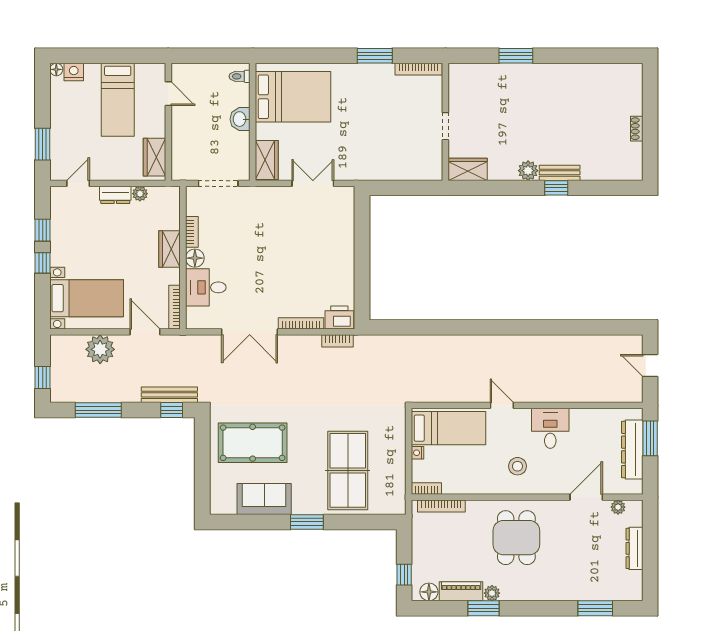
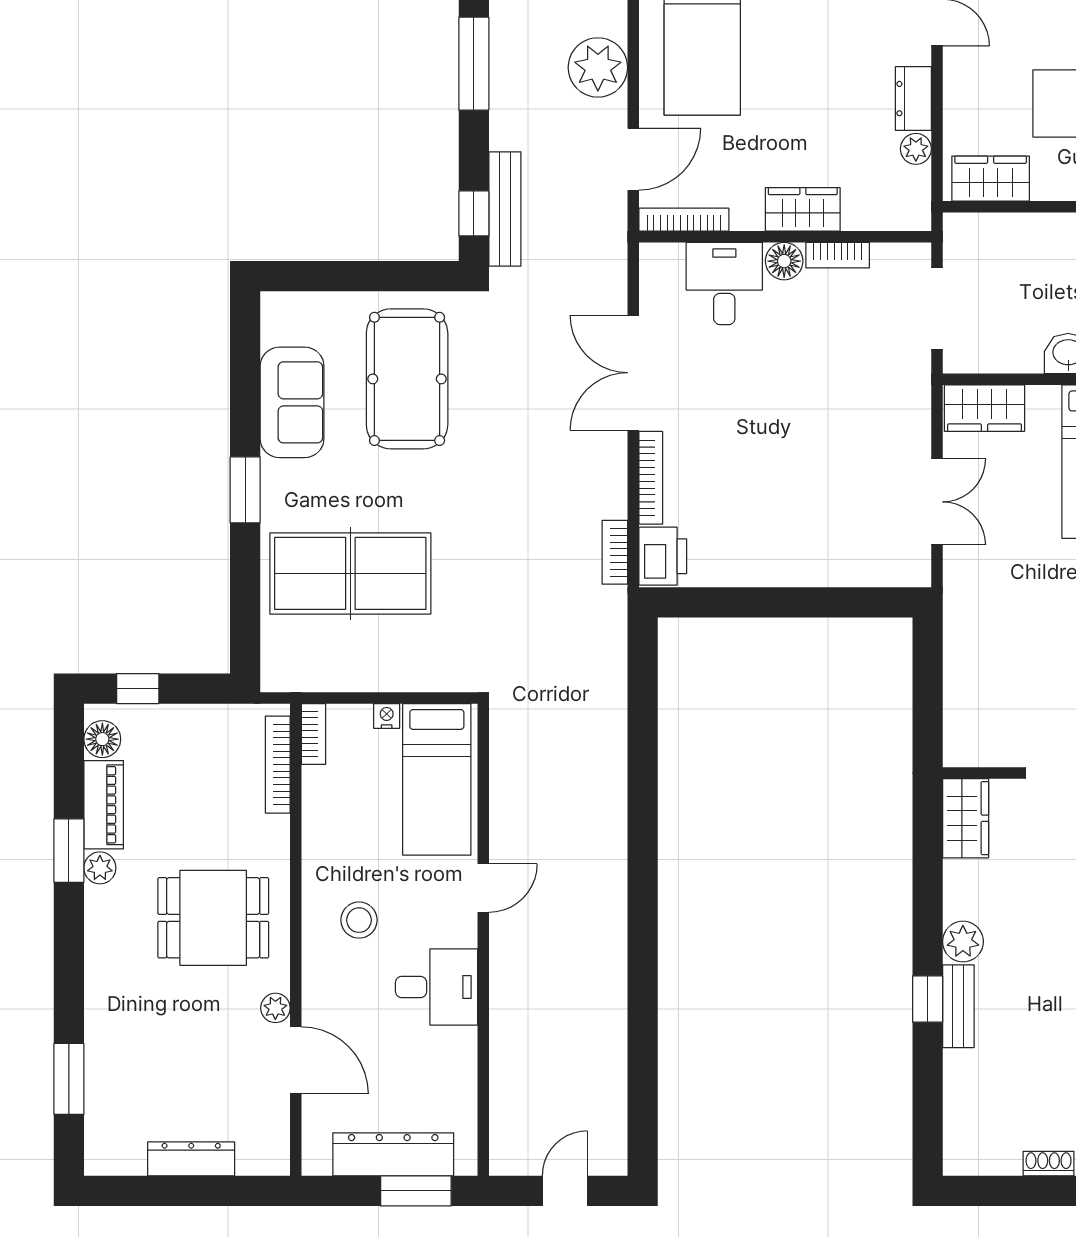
plant: (618, 507) -> (275, 1008), moved

